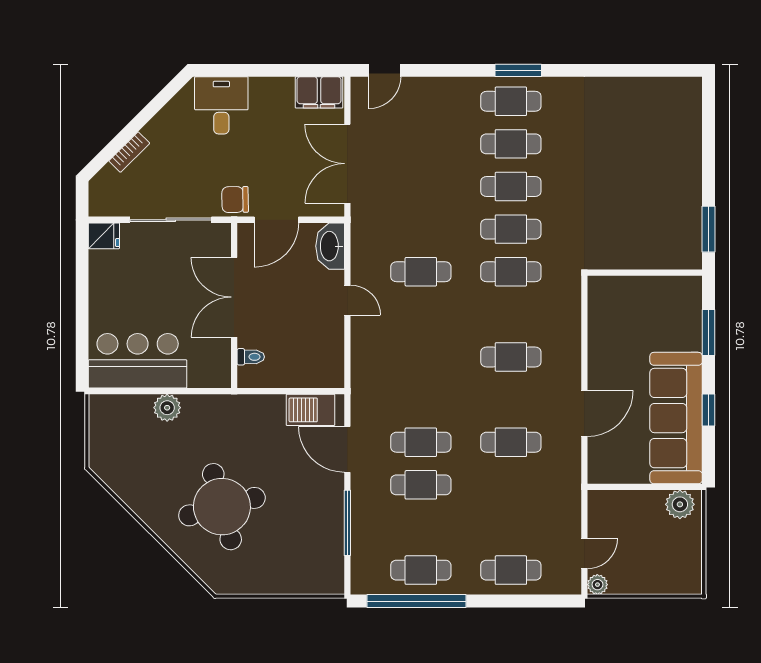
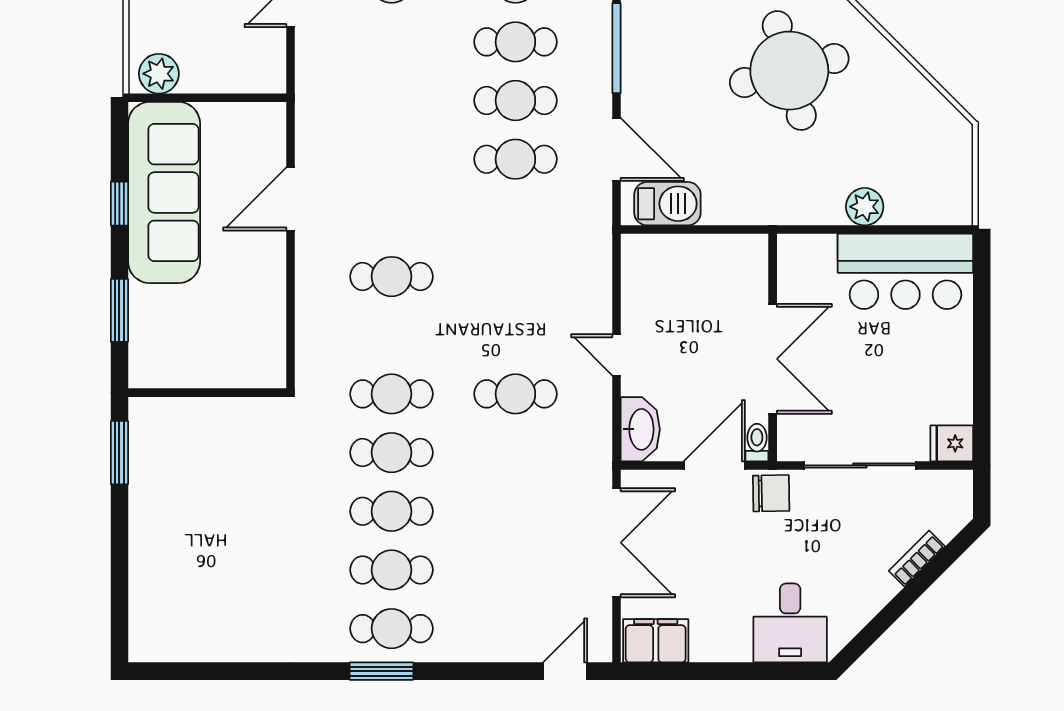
toilet: (251, 357) -> (757, 443), moved, turned 90
cafe table: (511, 442) -> (515, 42), moved

